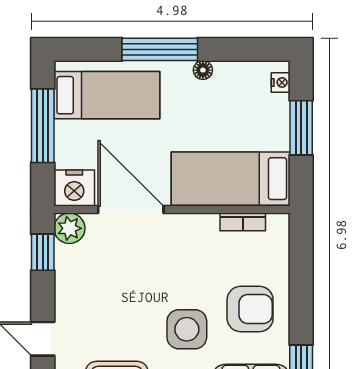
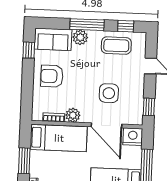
plant: (69, 228) -> (73, 115), moved
side table: (187, 329) -> (109, 93), moved

